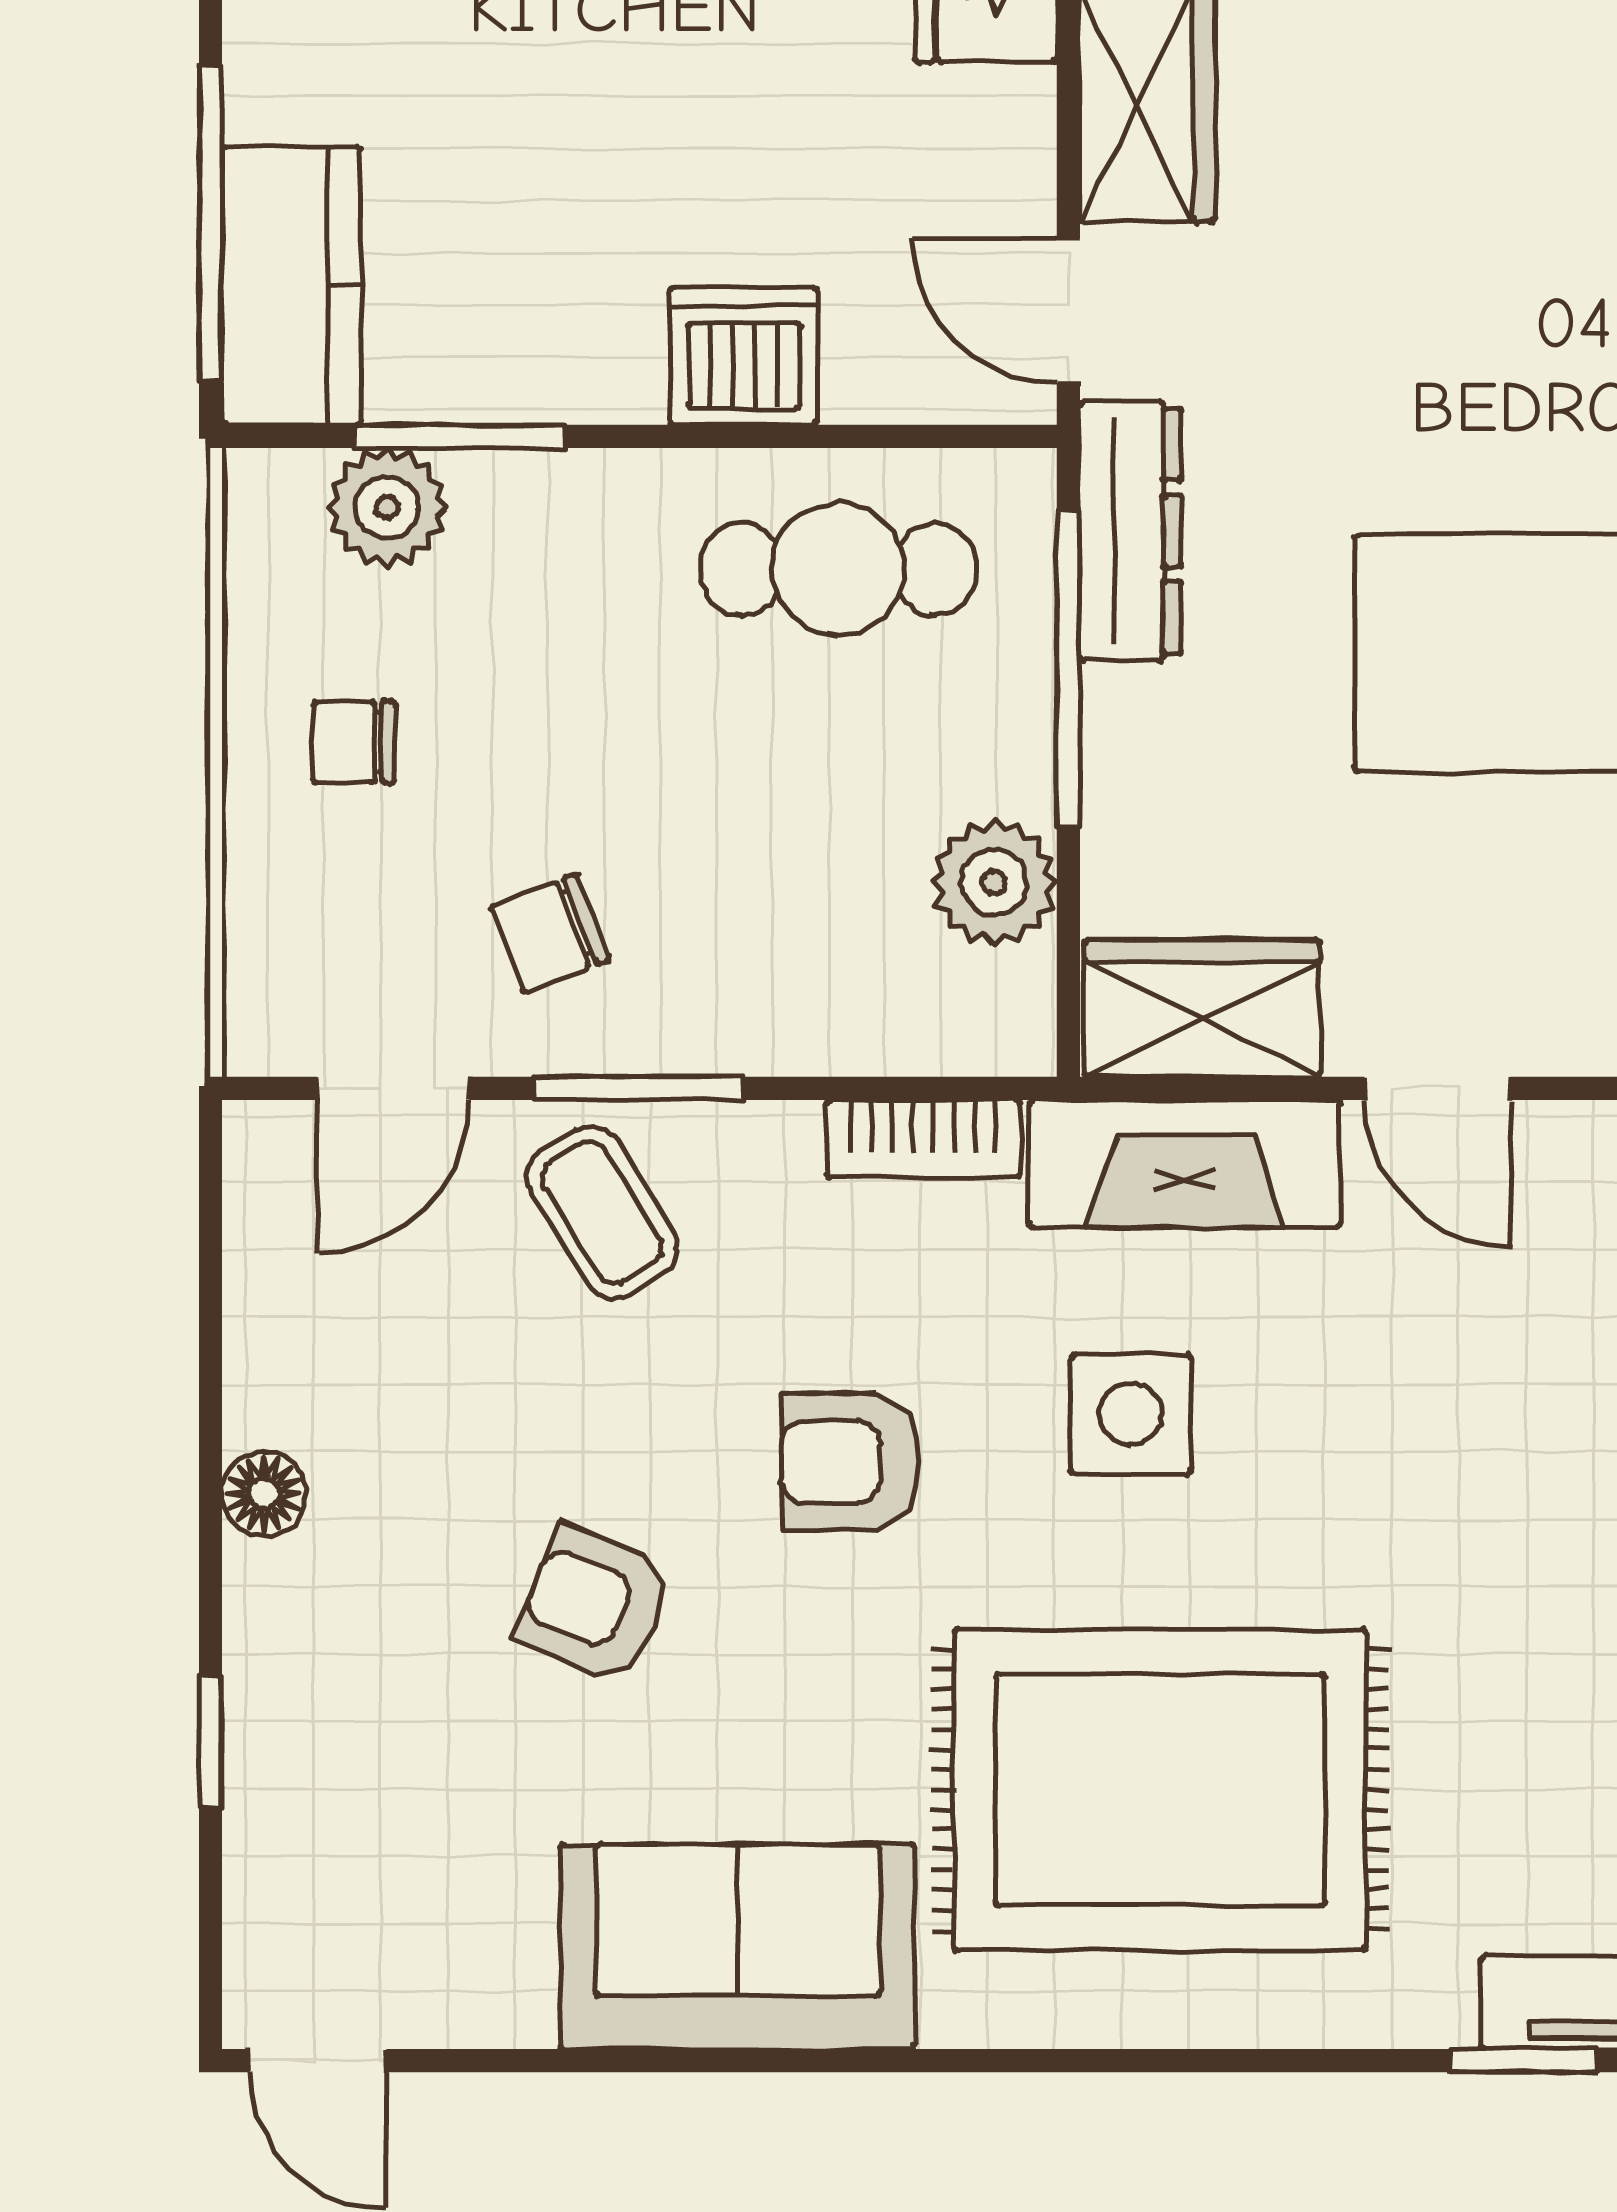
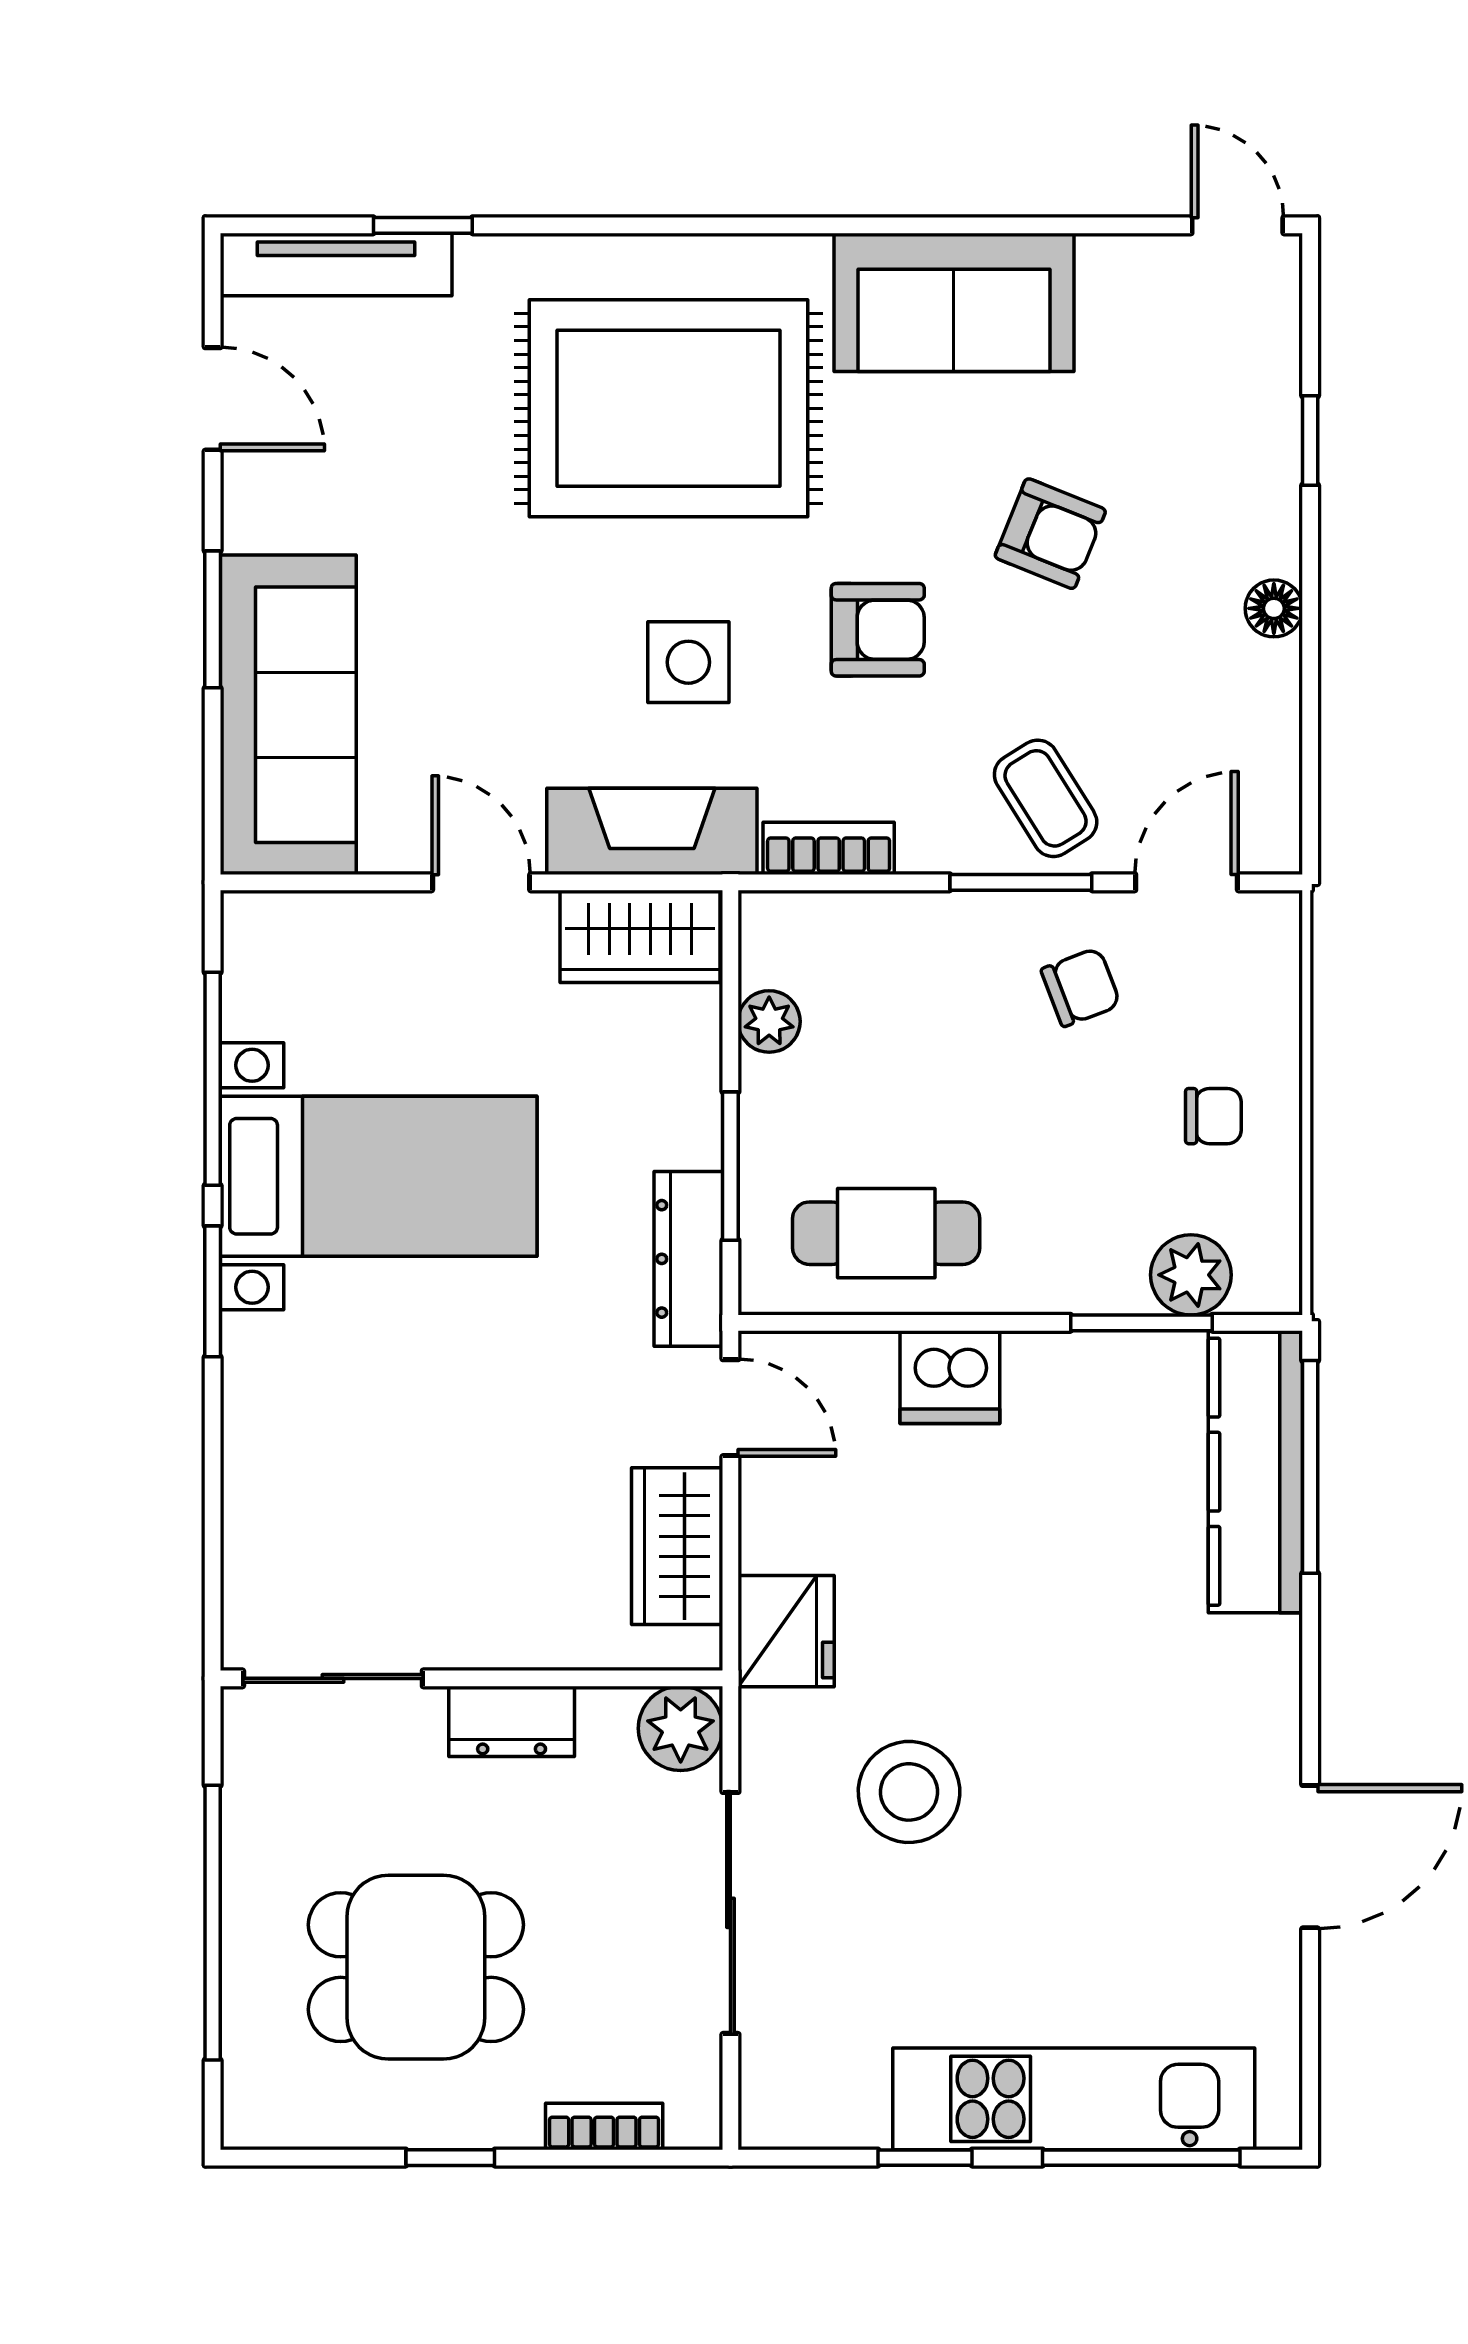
kitchen counter: (292, 286) -> (1255, 1472), width x1.50
window: (1068, 668) -> (730, 1166), width x0.69
plant: (994, 882) -> (769, 1021), width x0.73, depth x0.73

